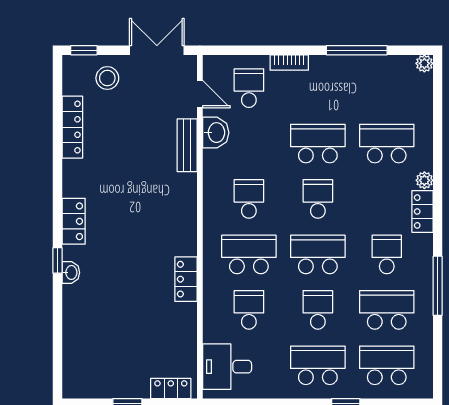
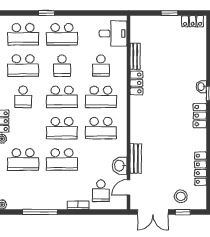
window: (84, 50) -> (183, 212), moved
door: (200, 94) -> (129, 187), hinge flipped
school desk: (249, 199) -> (101, 128), width x1.85
school desk: (318, 199) -> (62, 128), width x1.85
bench: (188, 326) -> (135, 56), added
locker: (171, 388) -> (193, 21), moved

